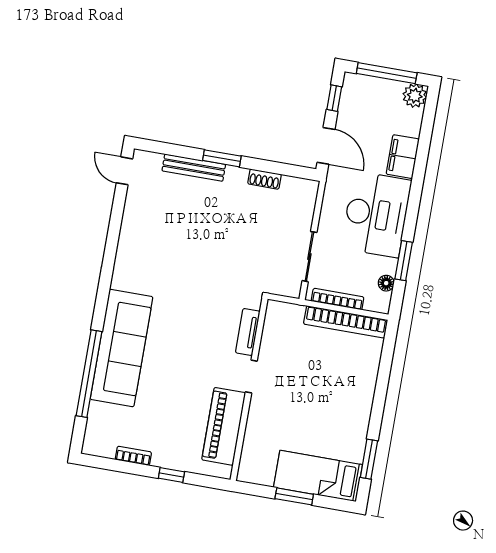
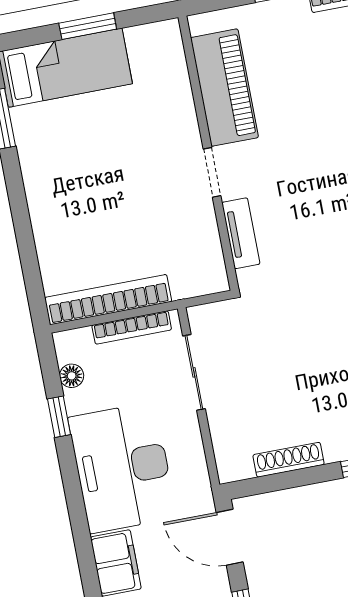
shoe rack: (265, 179) -> (289, 460), width x1.43
window: (404, 261) -> (59, 417), width x0.67

